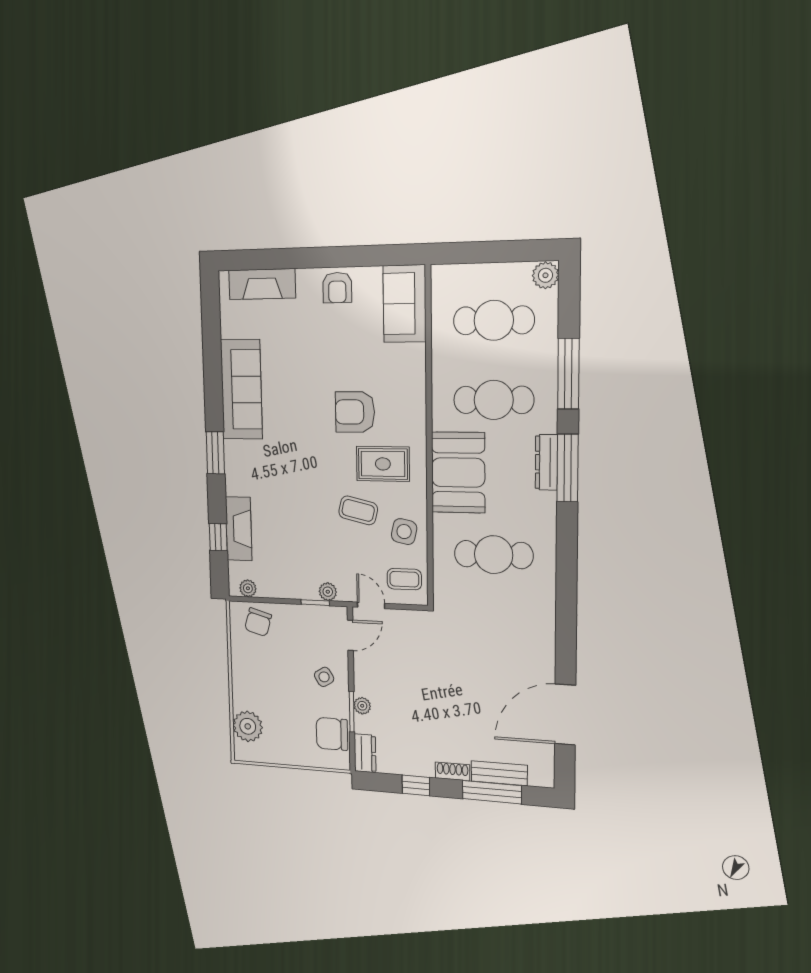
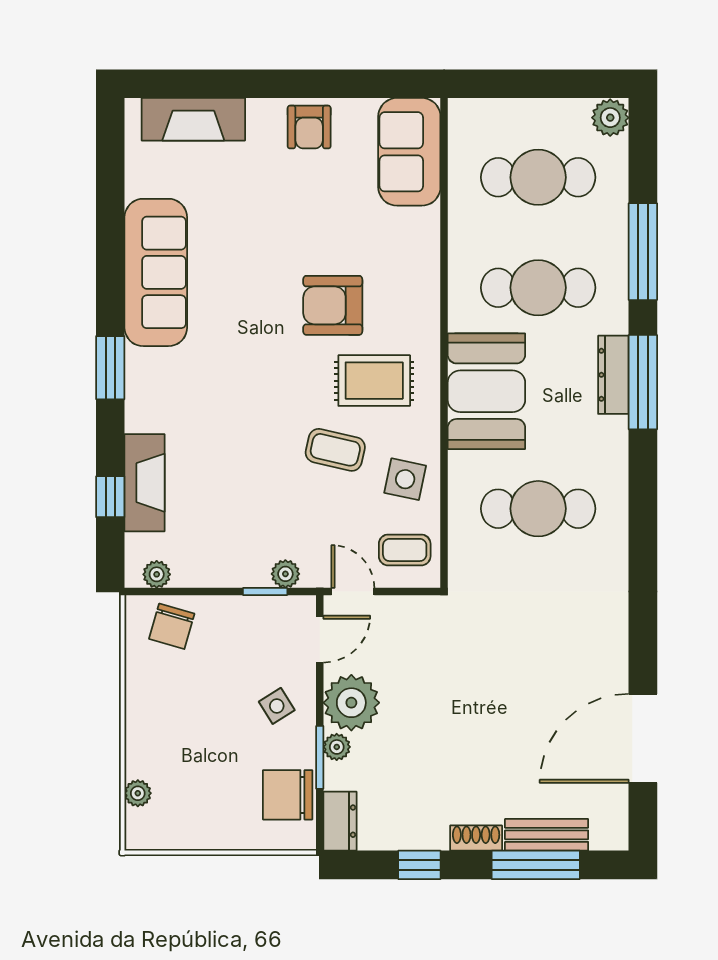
plant: (371, 678) -> (351, 703), added
plant: (248, 726) -> (138, 793), width x0.53, depth x0.53

